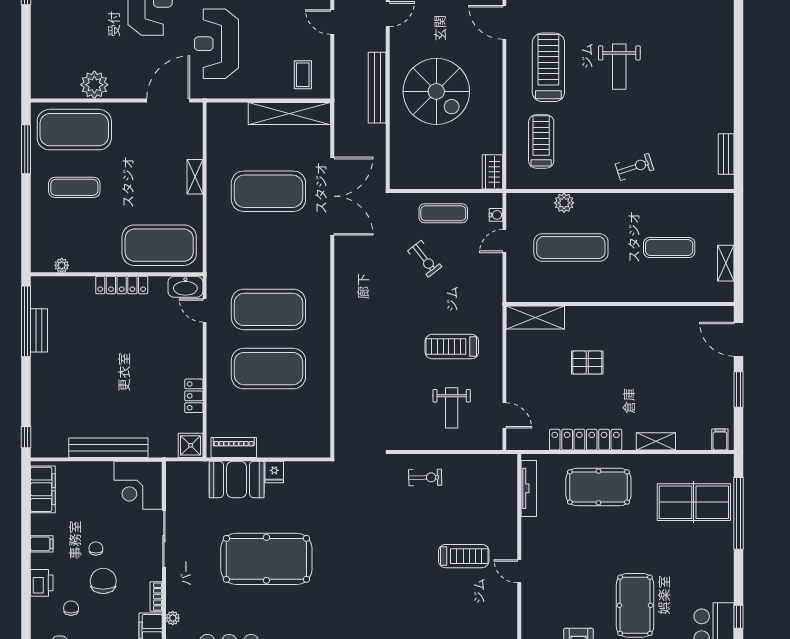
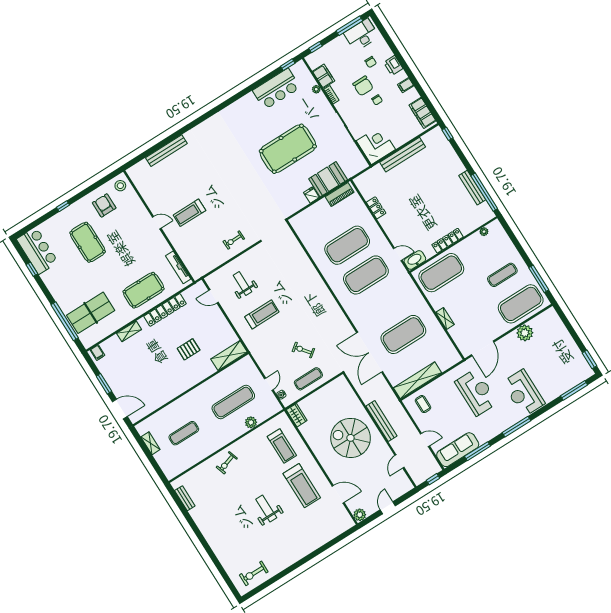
bench: (39, 330) -> (472, 188), width x1.36
shower: (191, 445) -> (362, 182), removed

